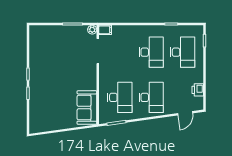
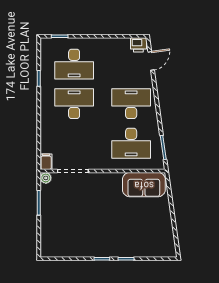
desk: (183, 52) -> (74, 64), turned 180
printer: (198, 90) -> (138, 45), moved
desk: (120, 97) -> (131, 143), turned 180
door: (185, 113) -> (151, 61), hinge flipped

